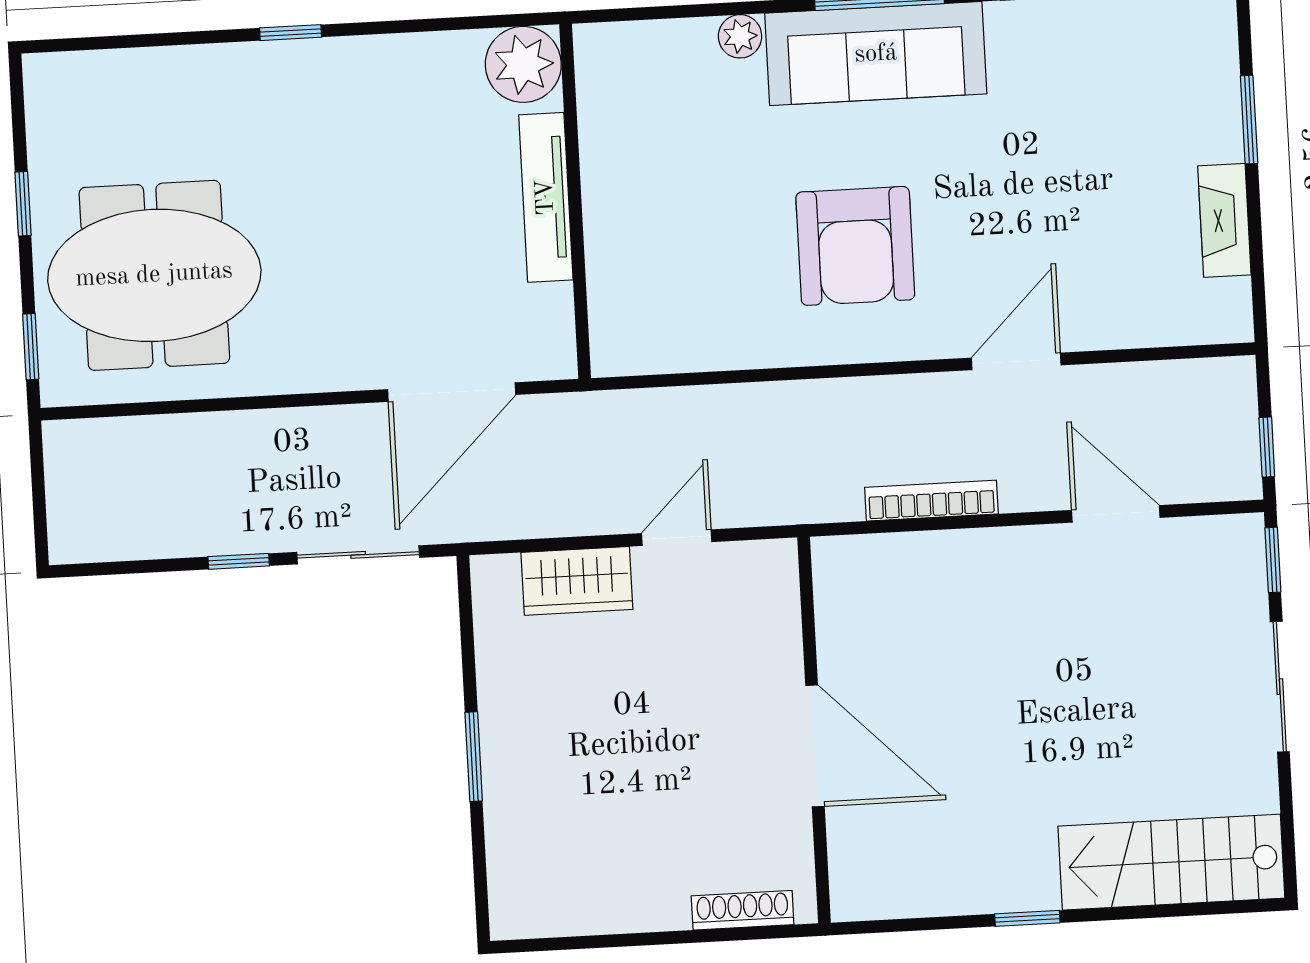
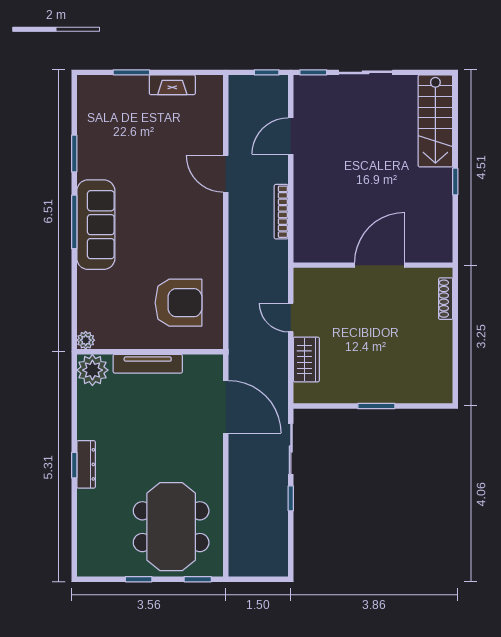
plant: (740, 36) -> (86, 340), moved
dresser: (294, 61) -> (86, 464), added
armchair: (855, 246) -> (178, 303), moved

